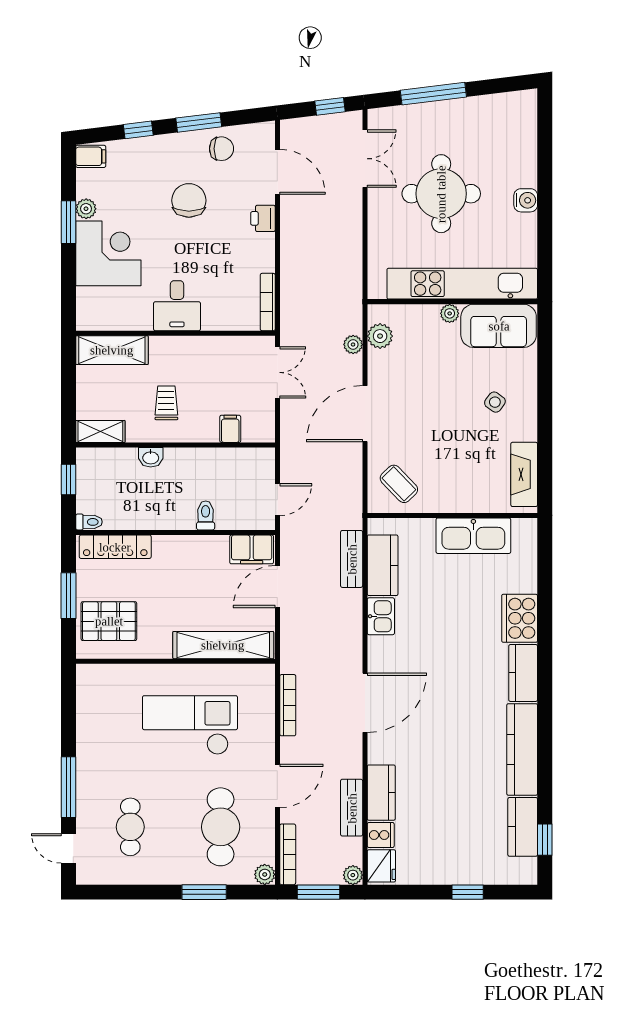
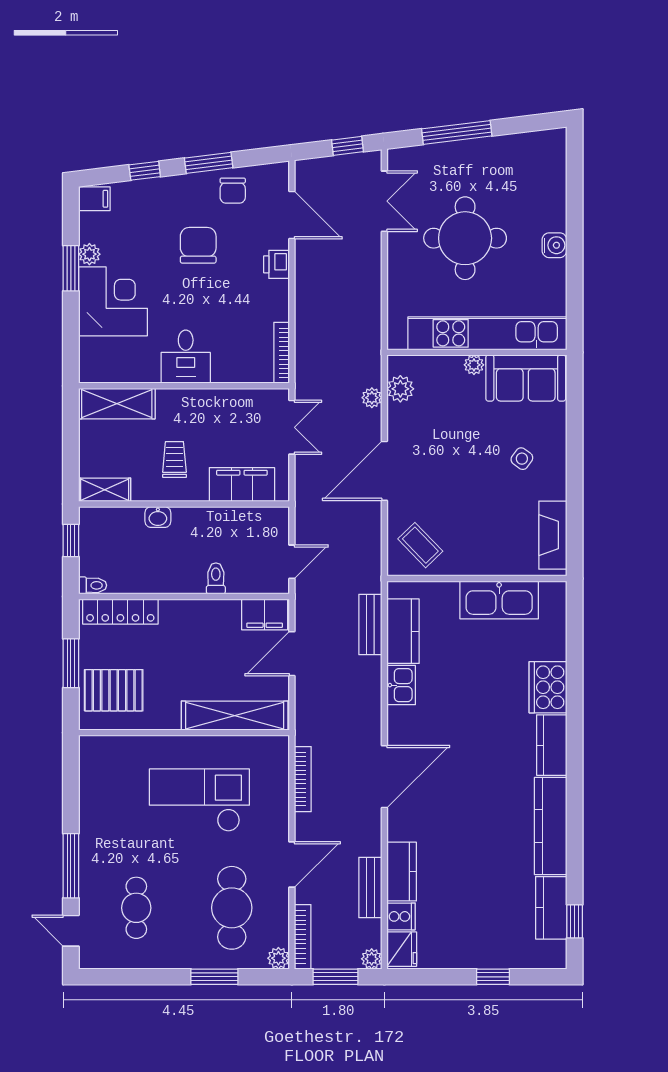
chair: (221, 149) -> (233, 191), turned 90
filing cabinet: (230, 429) -> (242, 484), width x3.00, depth x1.17

